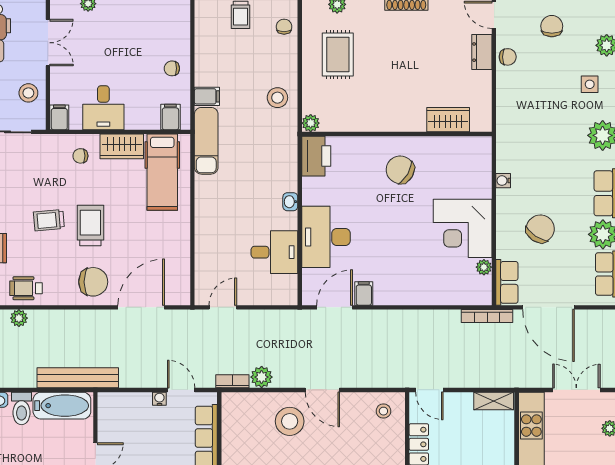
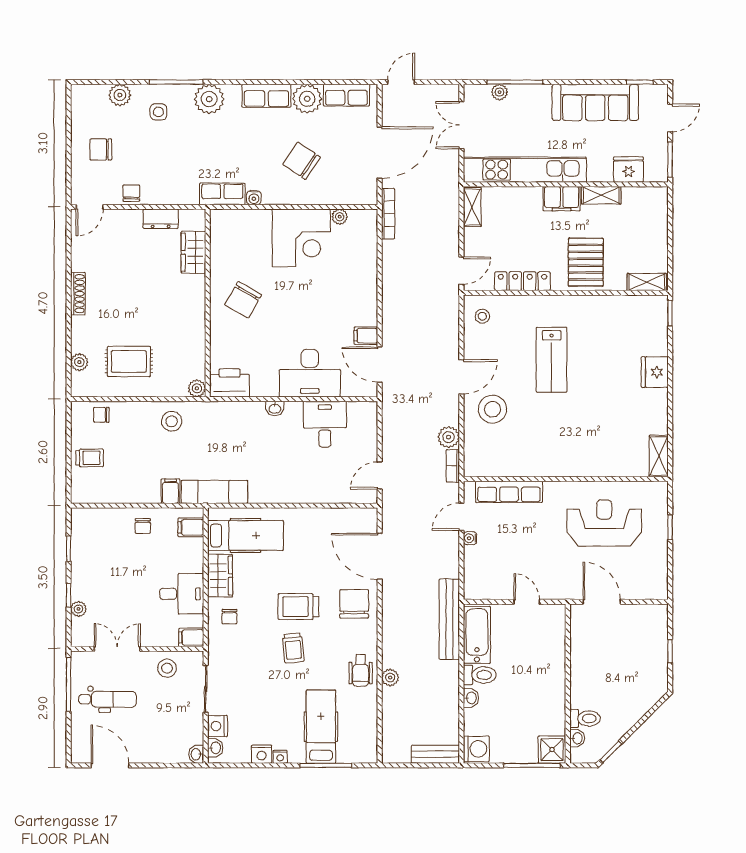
dresser: (482, 52) -> (161, 219), moved
row of seats: (507, 282) -> (222, 194), moved
door: (223, 307) -> (380, 475), hinge flipped

